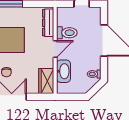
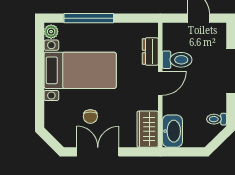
dresser: (48, 23) -> (150, 51), width x0.70
washbasin: (63, 71) -> (172, 131), moved

